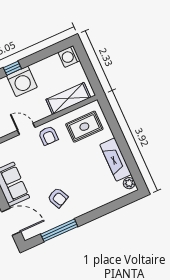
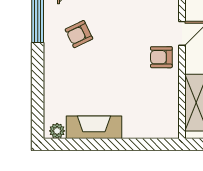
rug: (84, 127) -> (152, 107), removed

